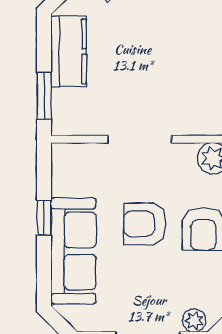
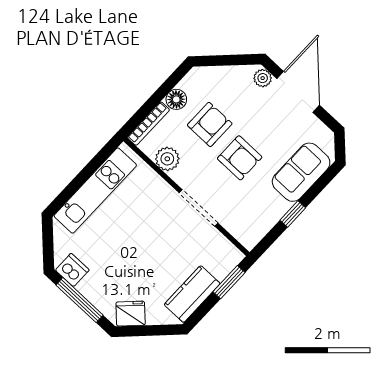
sofa: (73, 251) -> (301, 172), width x0.73

